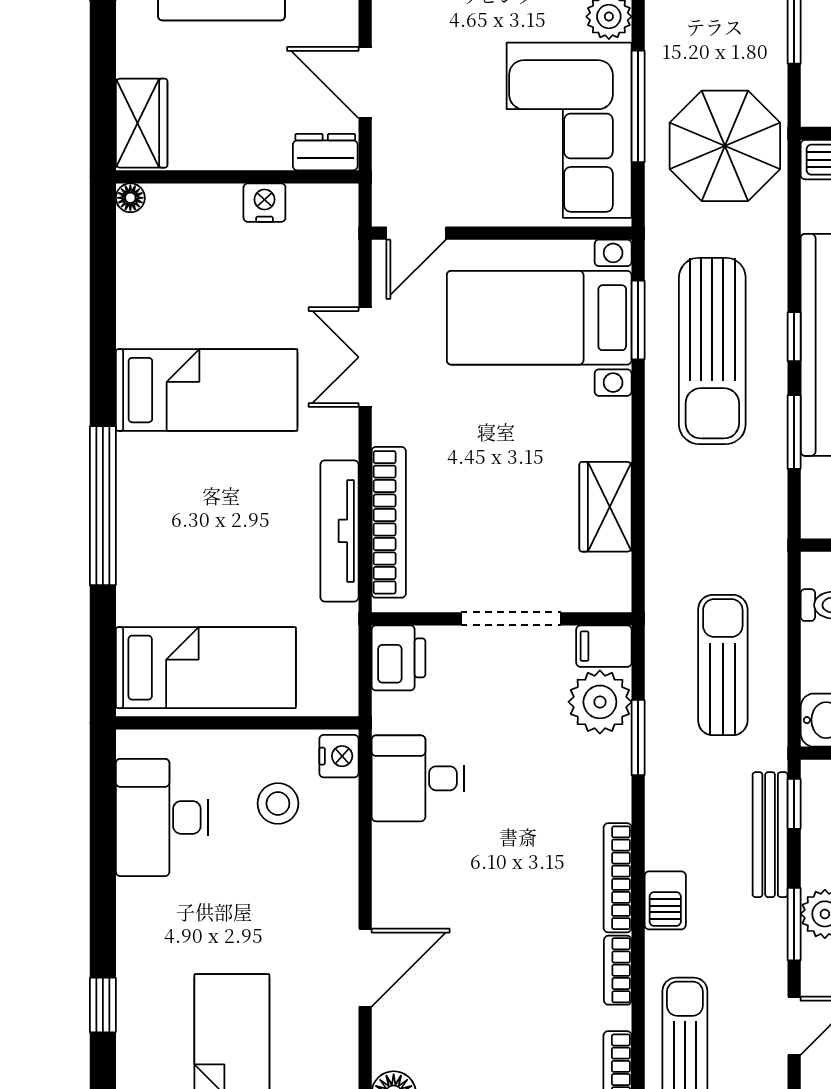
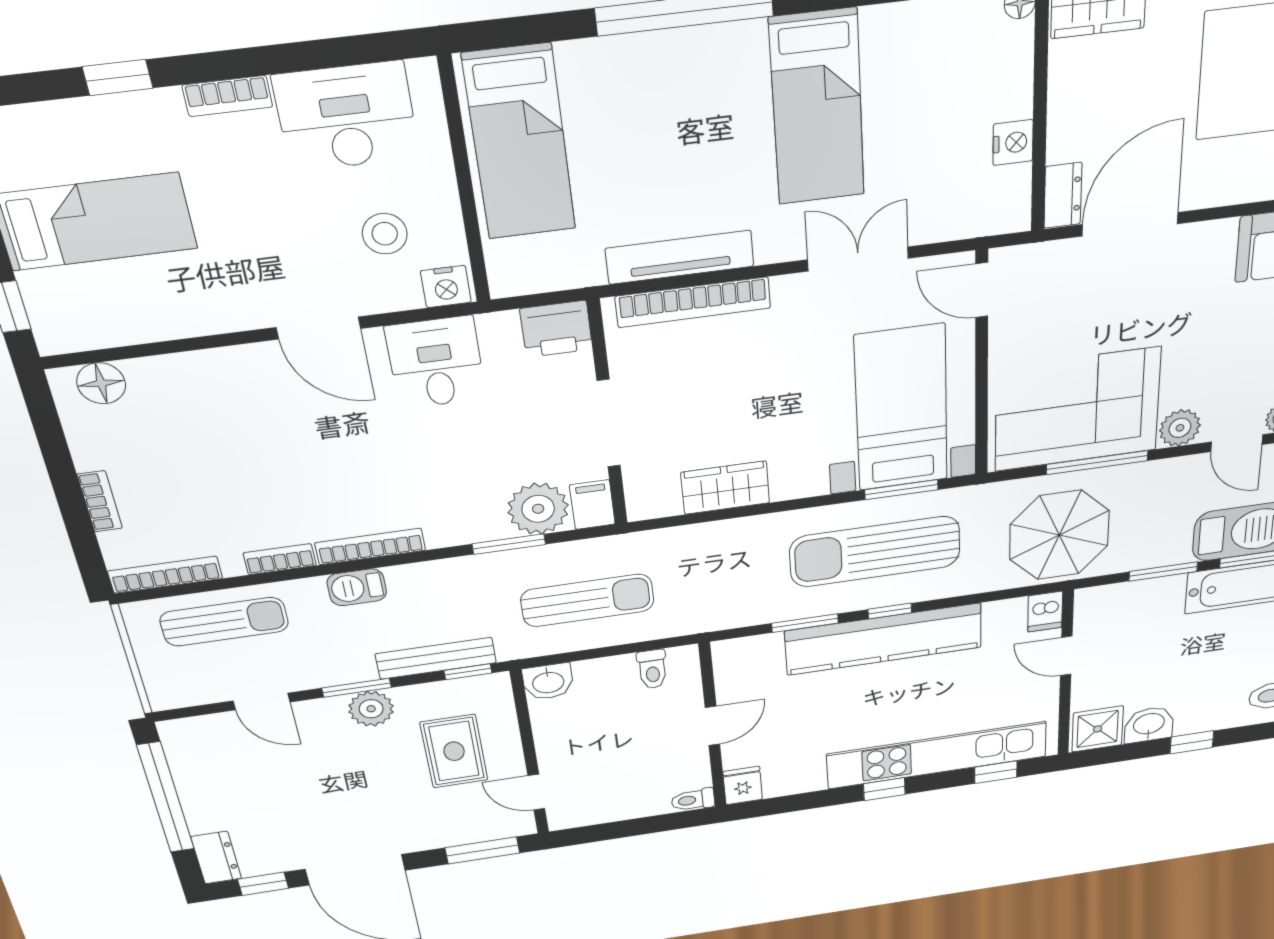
door: (365, 83) -> (1130, 224), width x1.36
bookcase: (131, 916) -> (227, 96), added
door: (365, 968) -> (318, 328), moved

